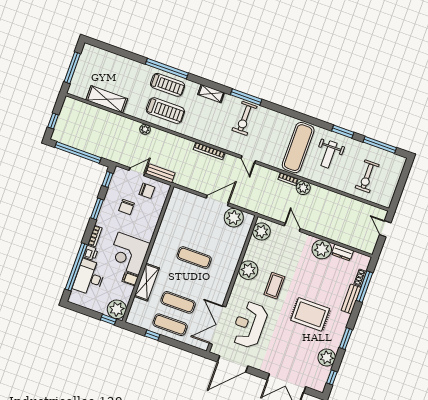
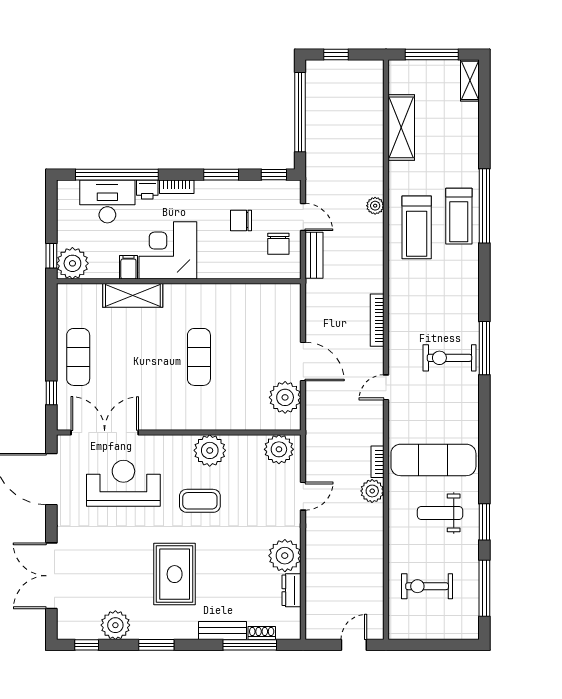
shelving: (211, 94) -> (470, 80), moved
exercise mat: (178, 302) -> (118, 357), removed
window: (152, 335) -> (51, 393), moved

